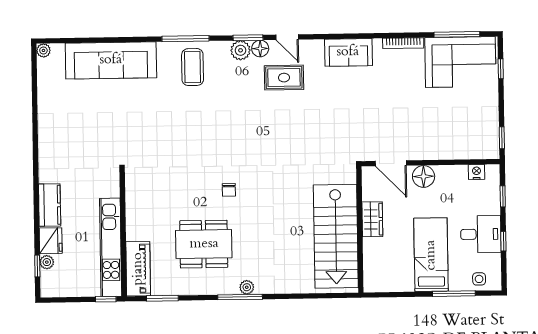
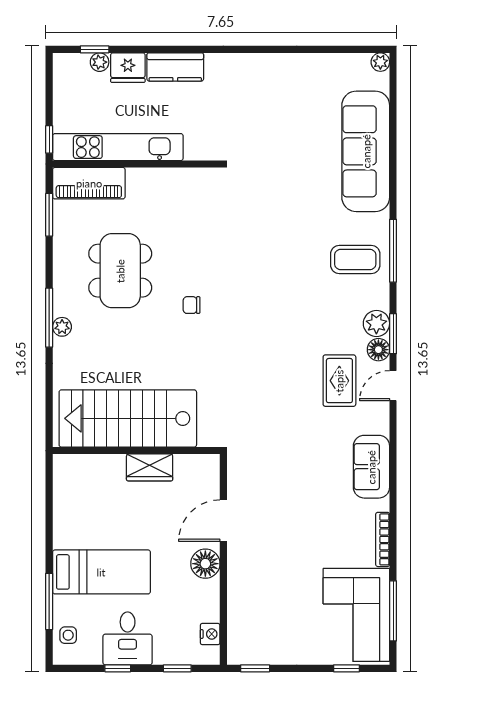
wardrobe: (372, 219) -> (150, 467), moved
wall: (360, 229) -> (136, 451), moved
stairs: (336, 236) -> (128, 418), moved

